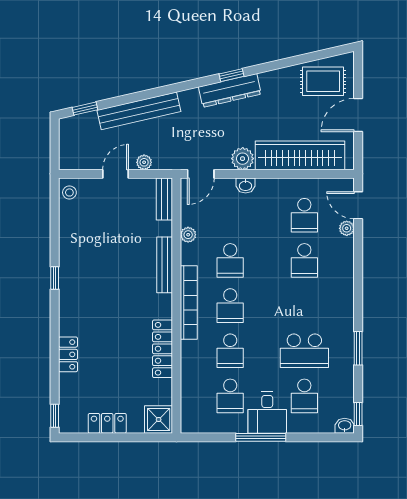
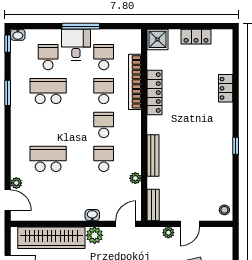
school desk: (304, 215) -> (48, 193), removed
school desk: (304, 260) -> (48, 159), width x1.85
bookcase: (189, 303) -> (135, 82), moved
window: (55, 416) -> (236, 42), removed

